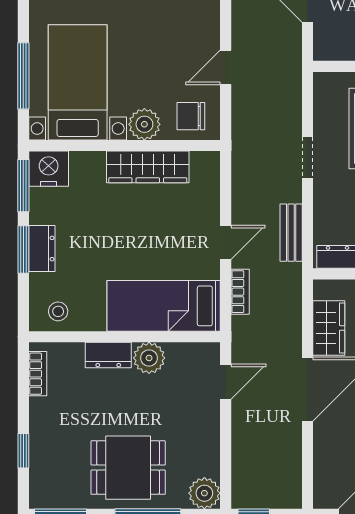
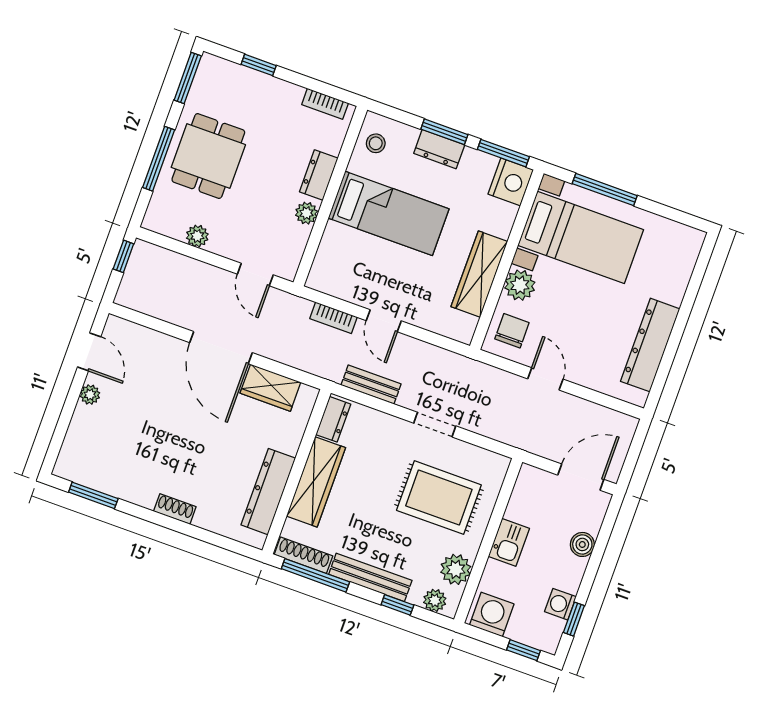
bed: (164, 306) -> (389, 213), moved, turned 90
plant: (149, 358) -> (306, 213), width x0.73, depth x0.73
plant: (204, 493) -> (197, 236), moved, width x0.73, depth x0.73

